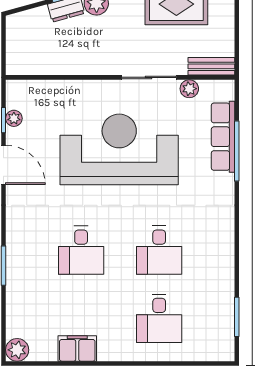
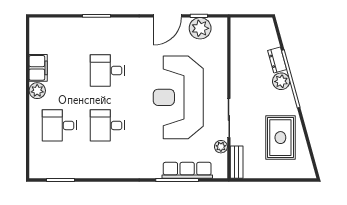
plant: (14, 118) -> (200, 28), width x1.88, depth x1.88
reception desk: (119, 149) -> (178, 97), turned 180
plant: (17, 350) -> (37, 91), moved

